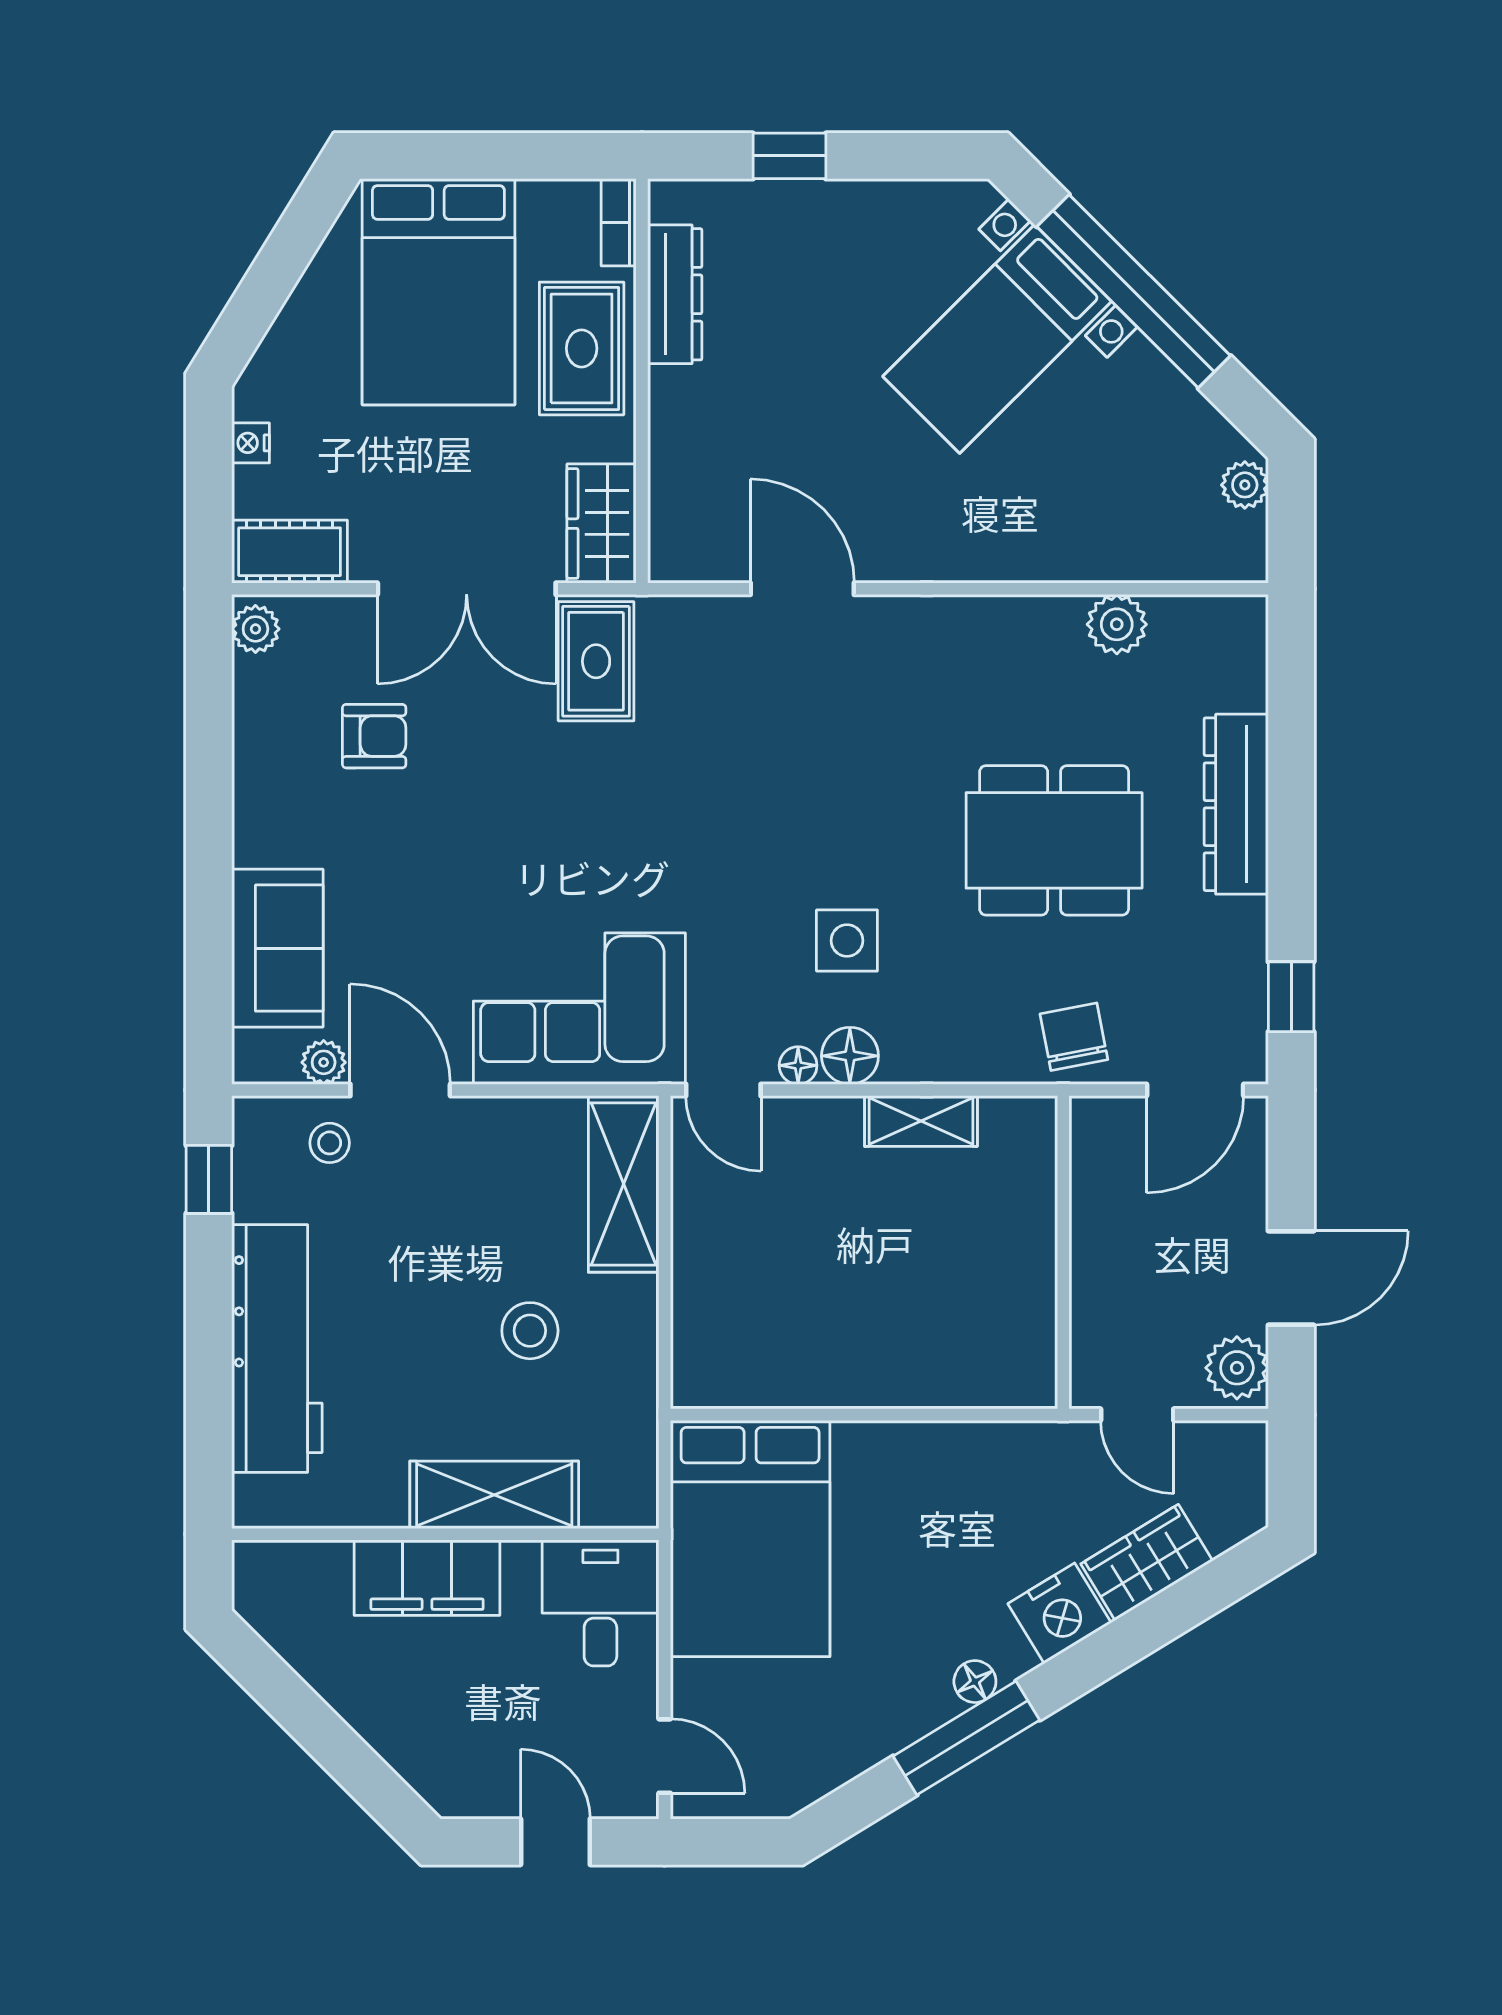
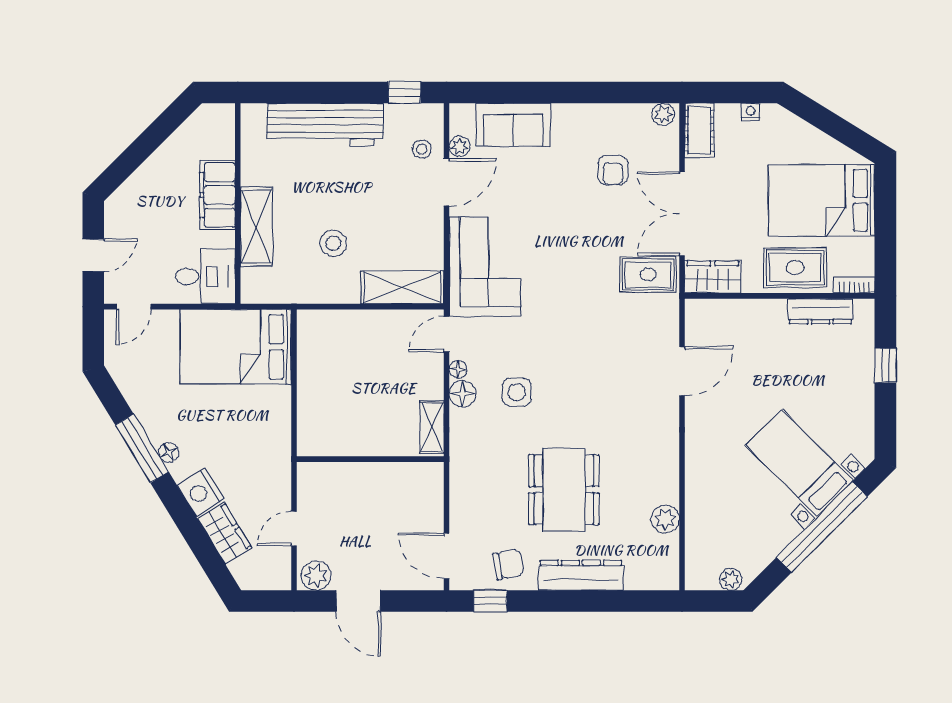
chair: (1074, 1037) -> (508, 564), moved
wall: (1063, 1252) -> (370, 459), moved

